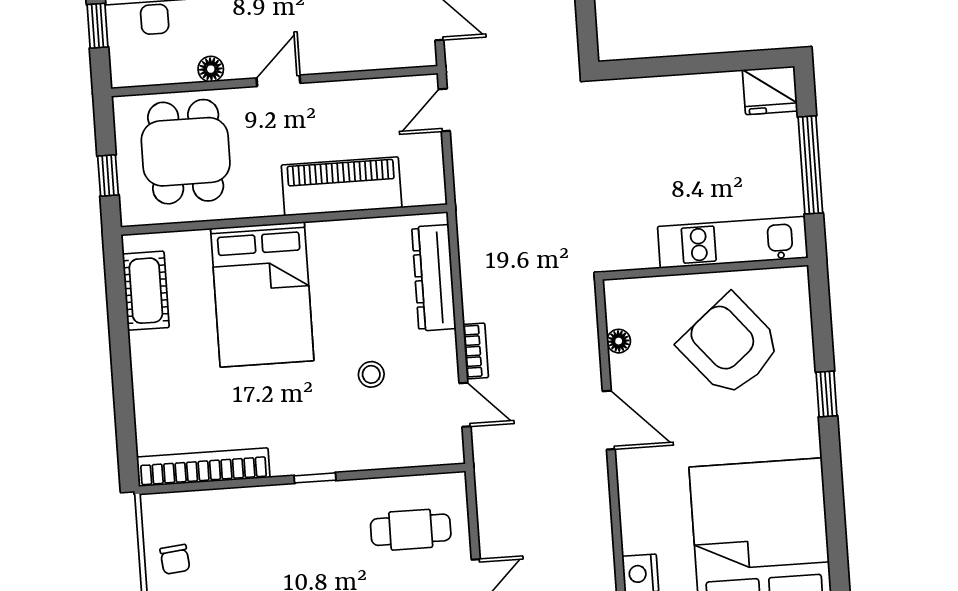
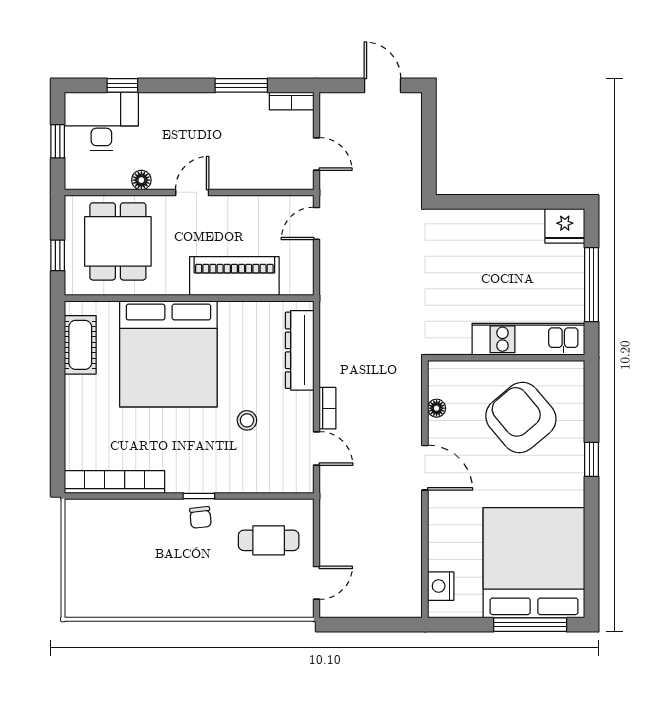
bed: (262, 294) -> (168, 354), width x1.36
chair: (175, 559) -> (200, 517), moved

